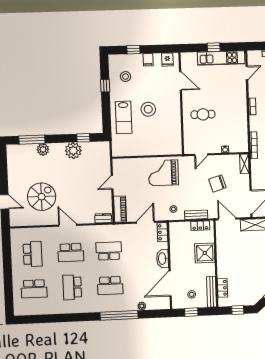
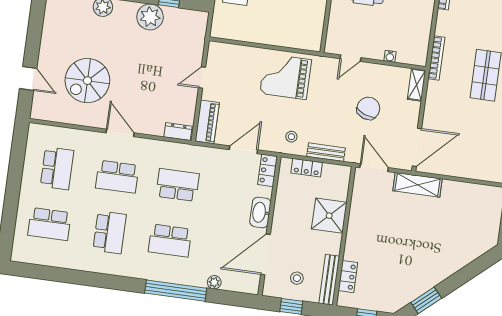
chair: (217, 183) -> (368, 108), turned 127
spiral stairs: (42, 197) -> (87, 81), turned 180
locker: (200, 226) -> (307, 168), moved
school desk: (72, 287) -> (110, 232), turned 180

